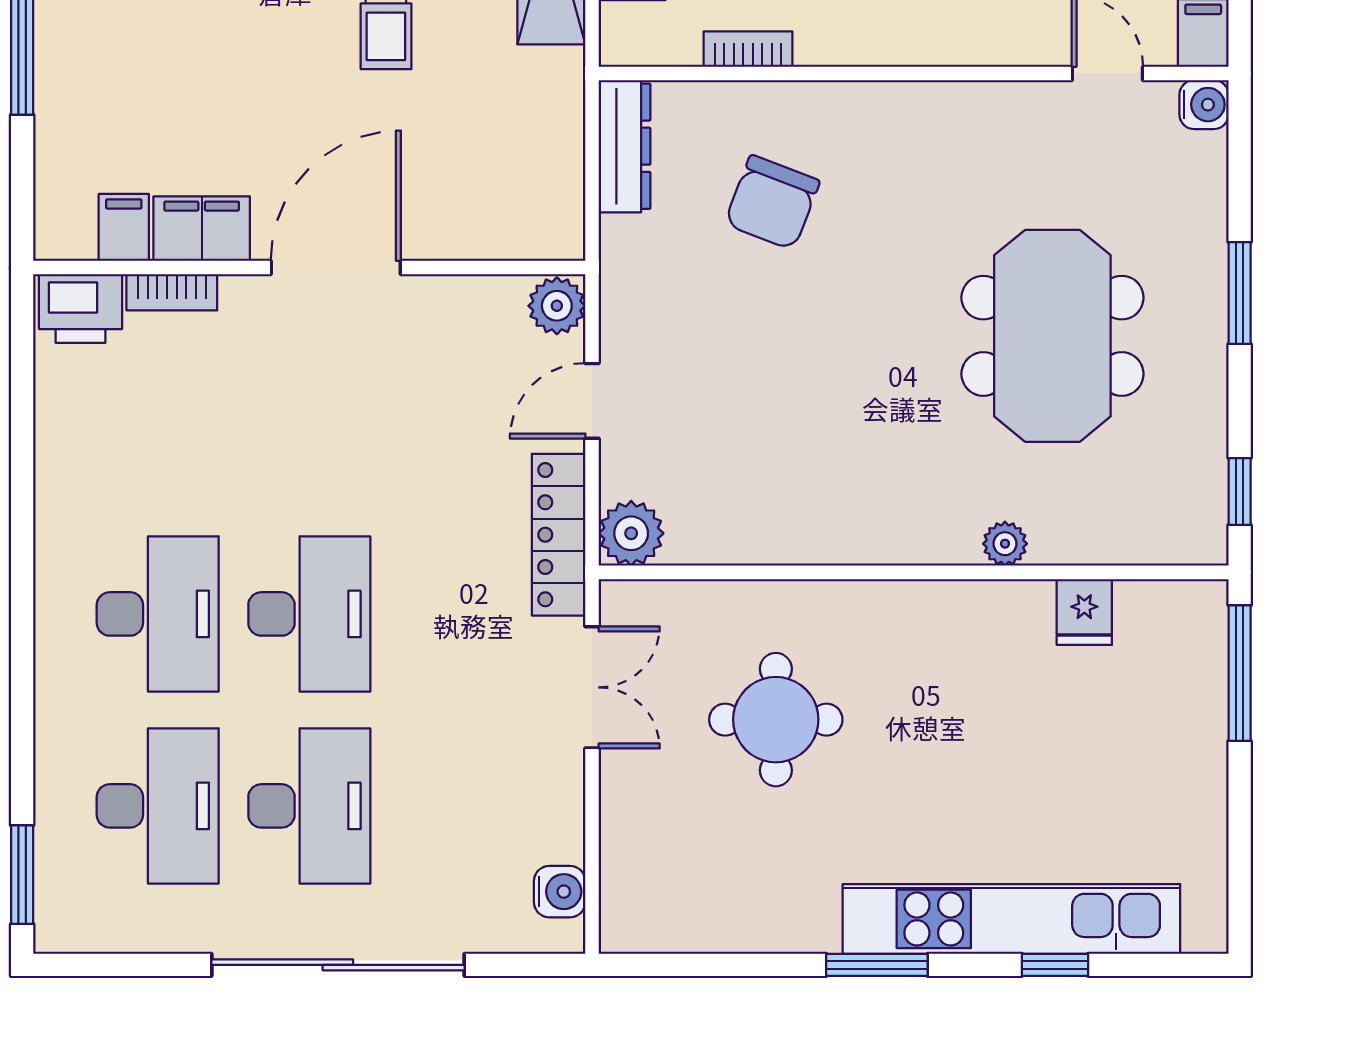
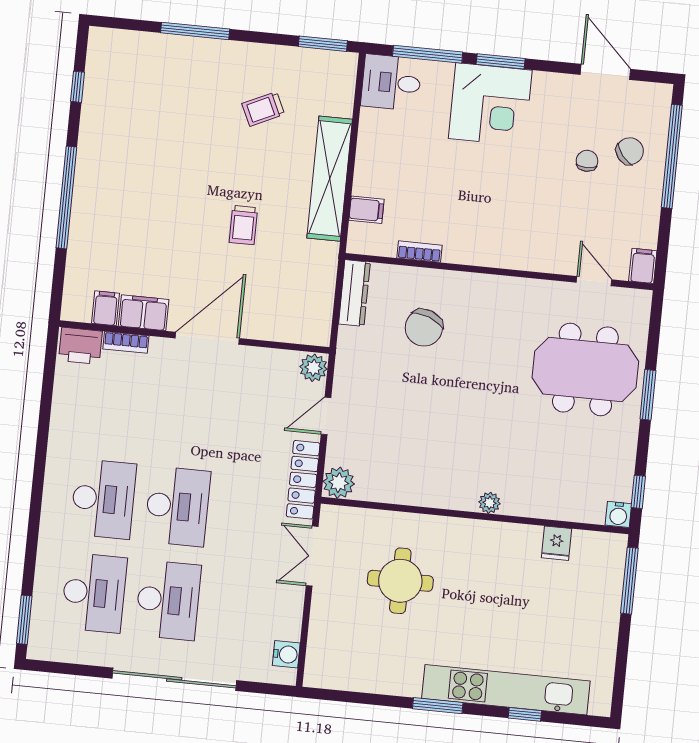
water cooler: (1204, 105) -> (618, 514), moved, turned 90
meeting table: (1052, 336) -> (585, 369), moved, turned 90
plant: (1005, 544) -> (489, 503), moved
double door: (592, 687) -> (312, 556), swing flipped

